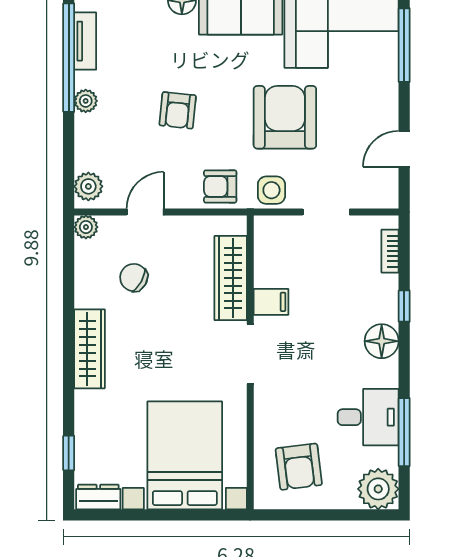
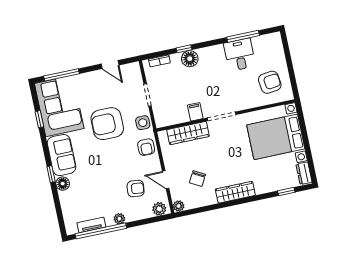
armchair: (178, 110) -> (136, 188), moved
floor lamp: (382, 341) -> (190, 59), moved
plant: (378, 489) -> (272, 43), removed

